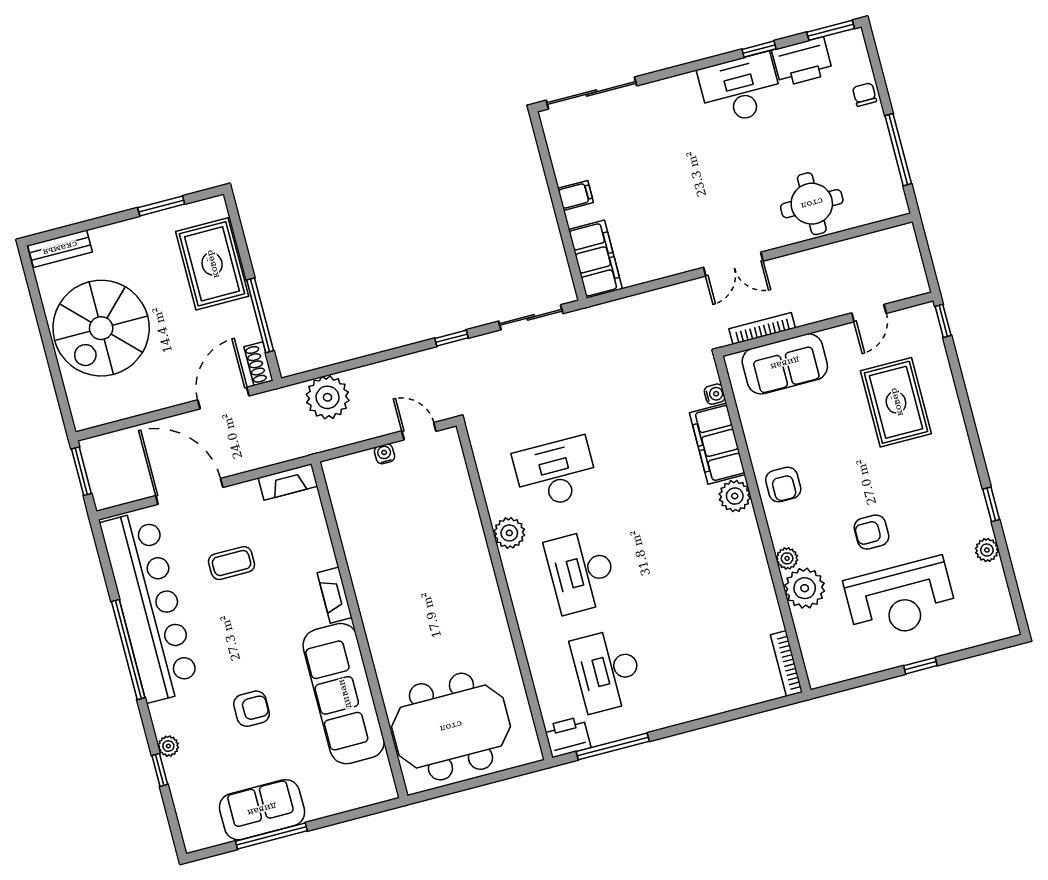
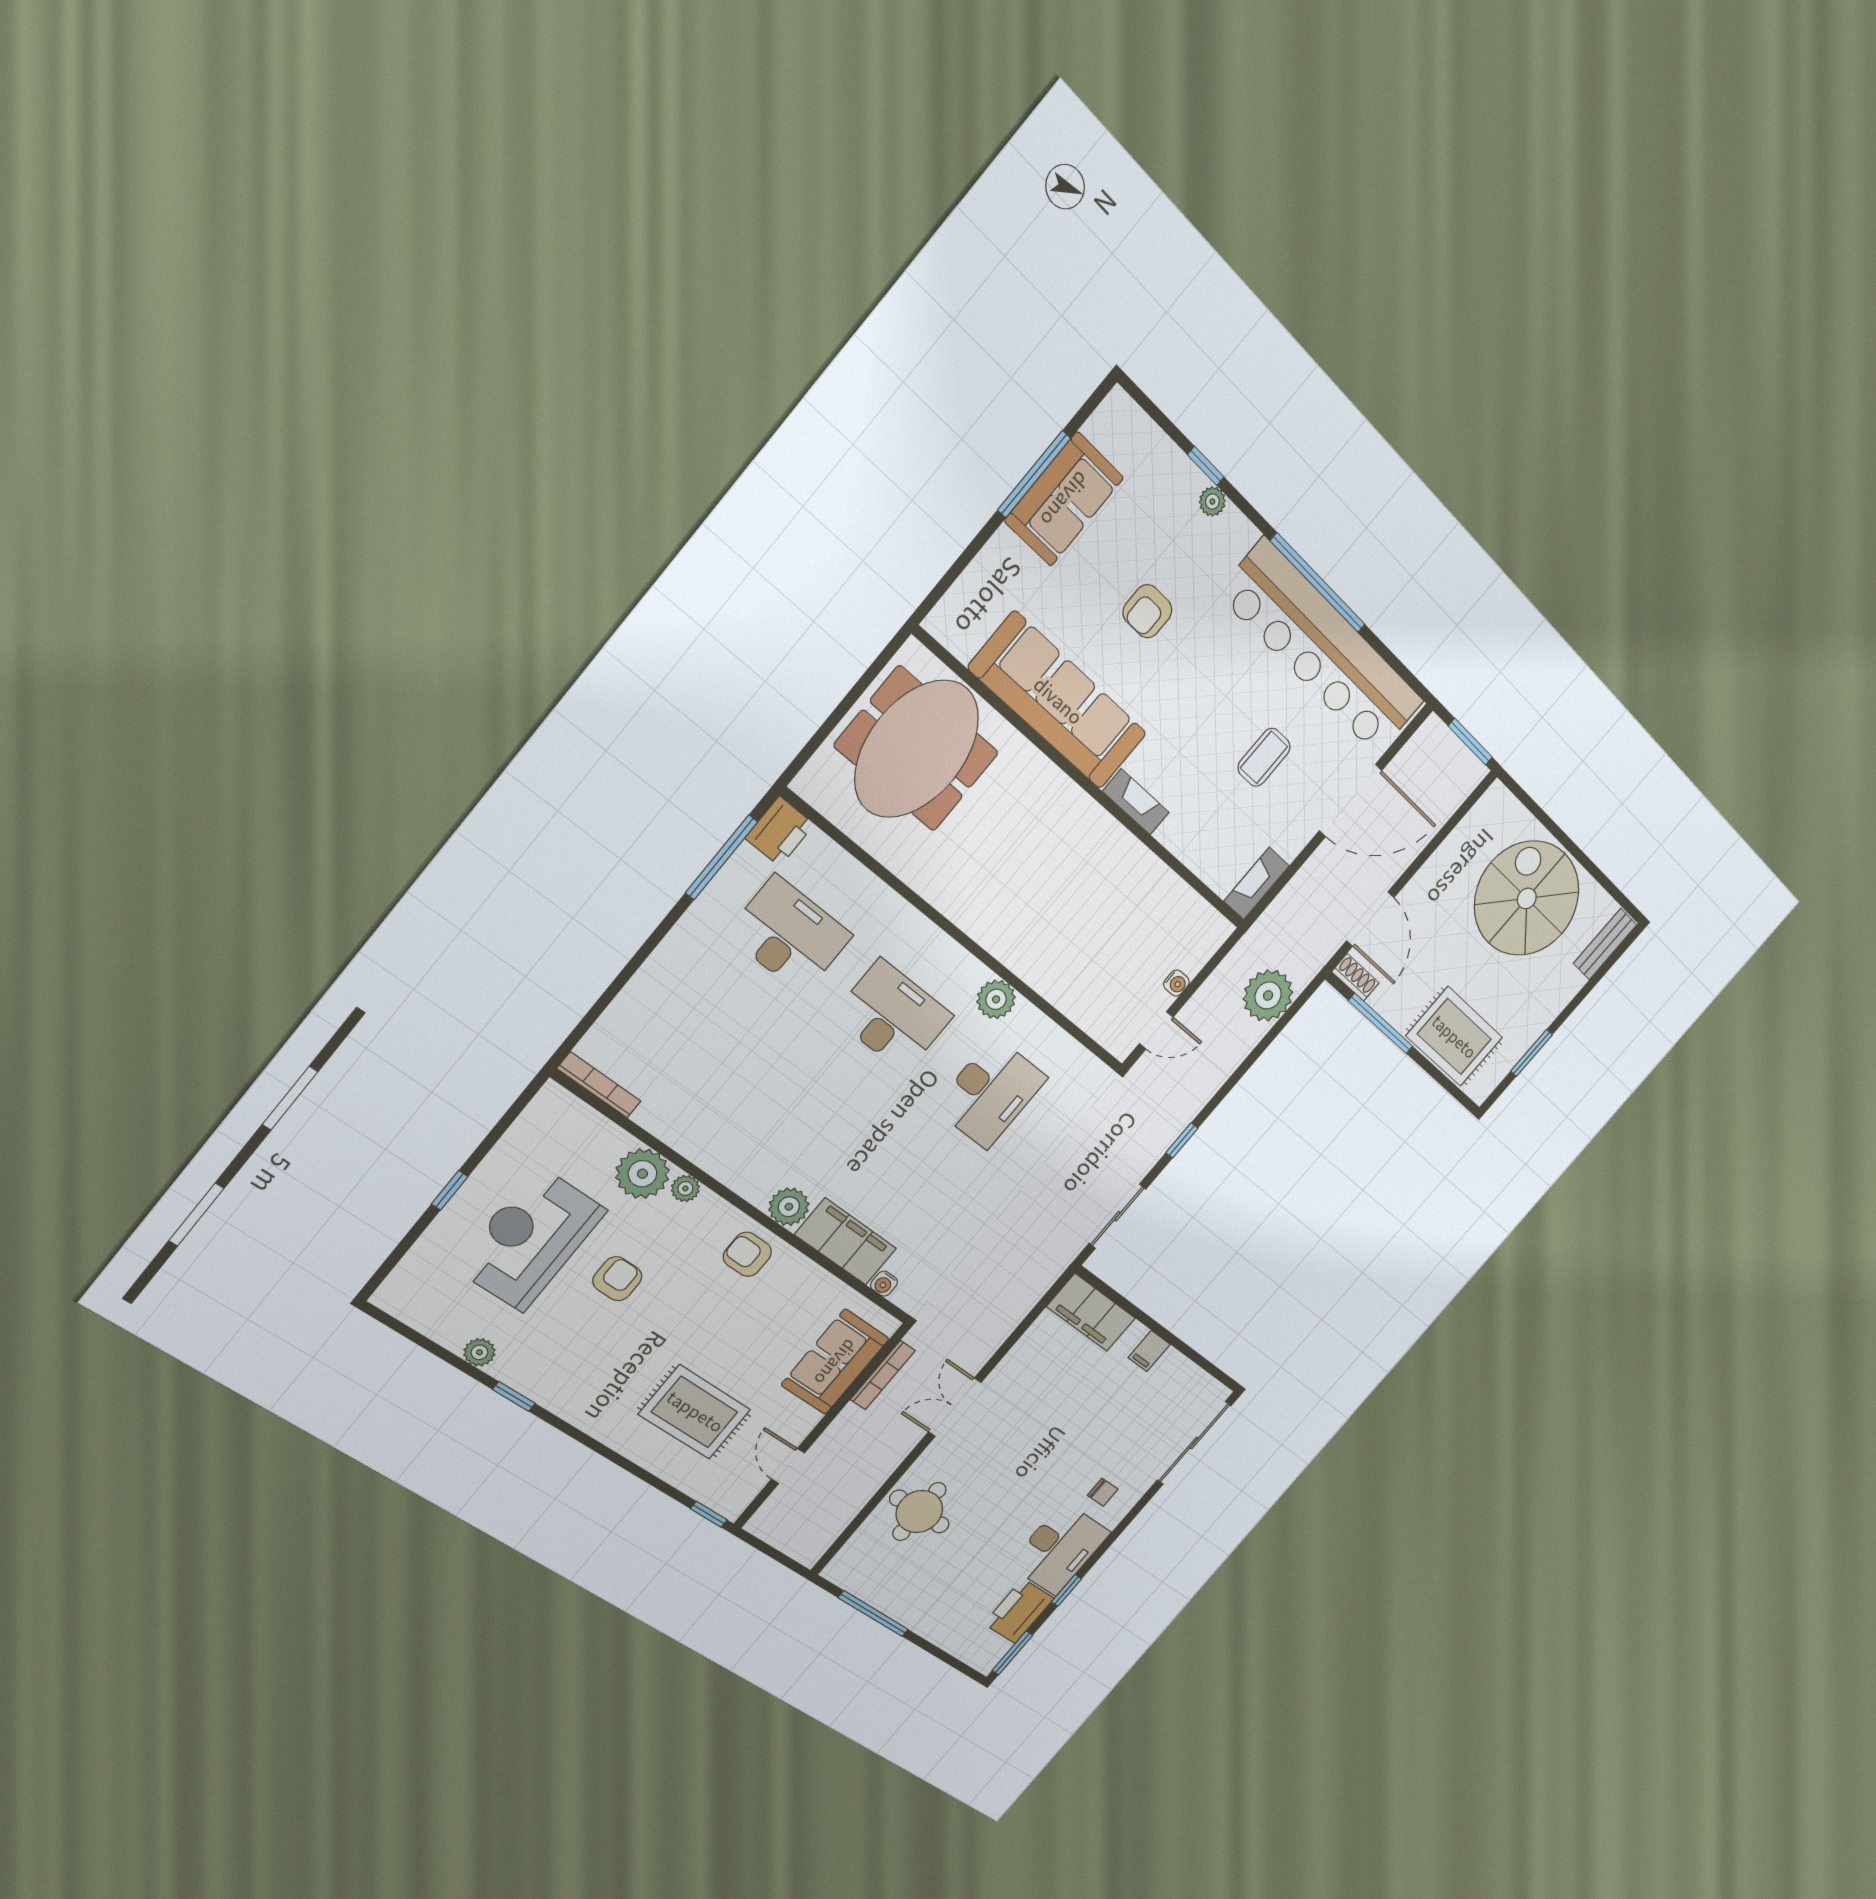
chair: (865, 95) -> (1103, 1492), moved

